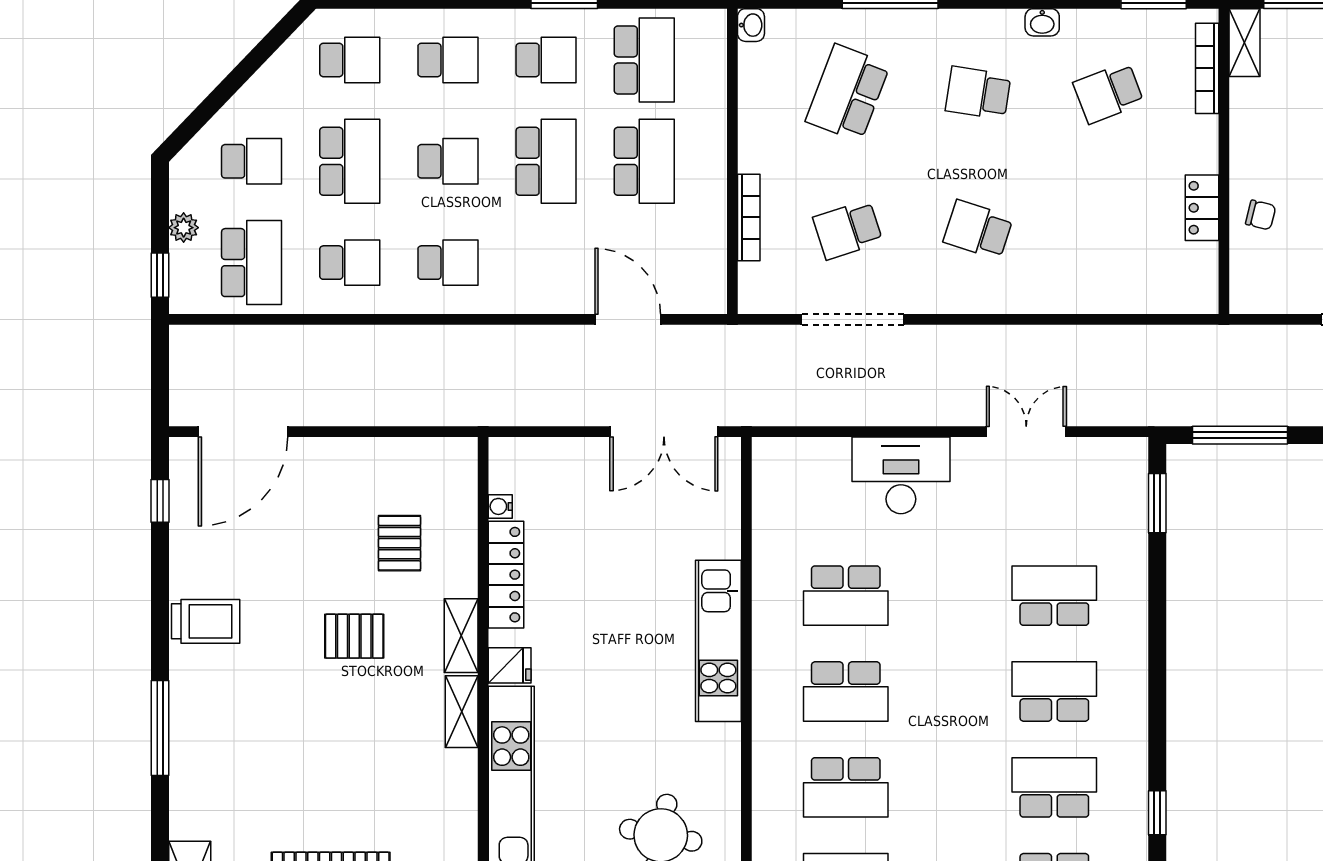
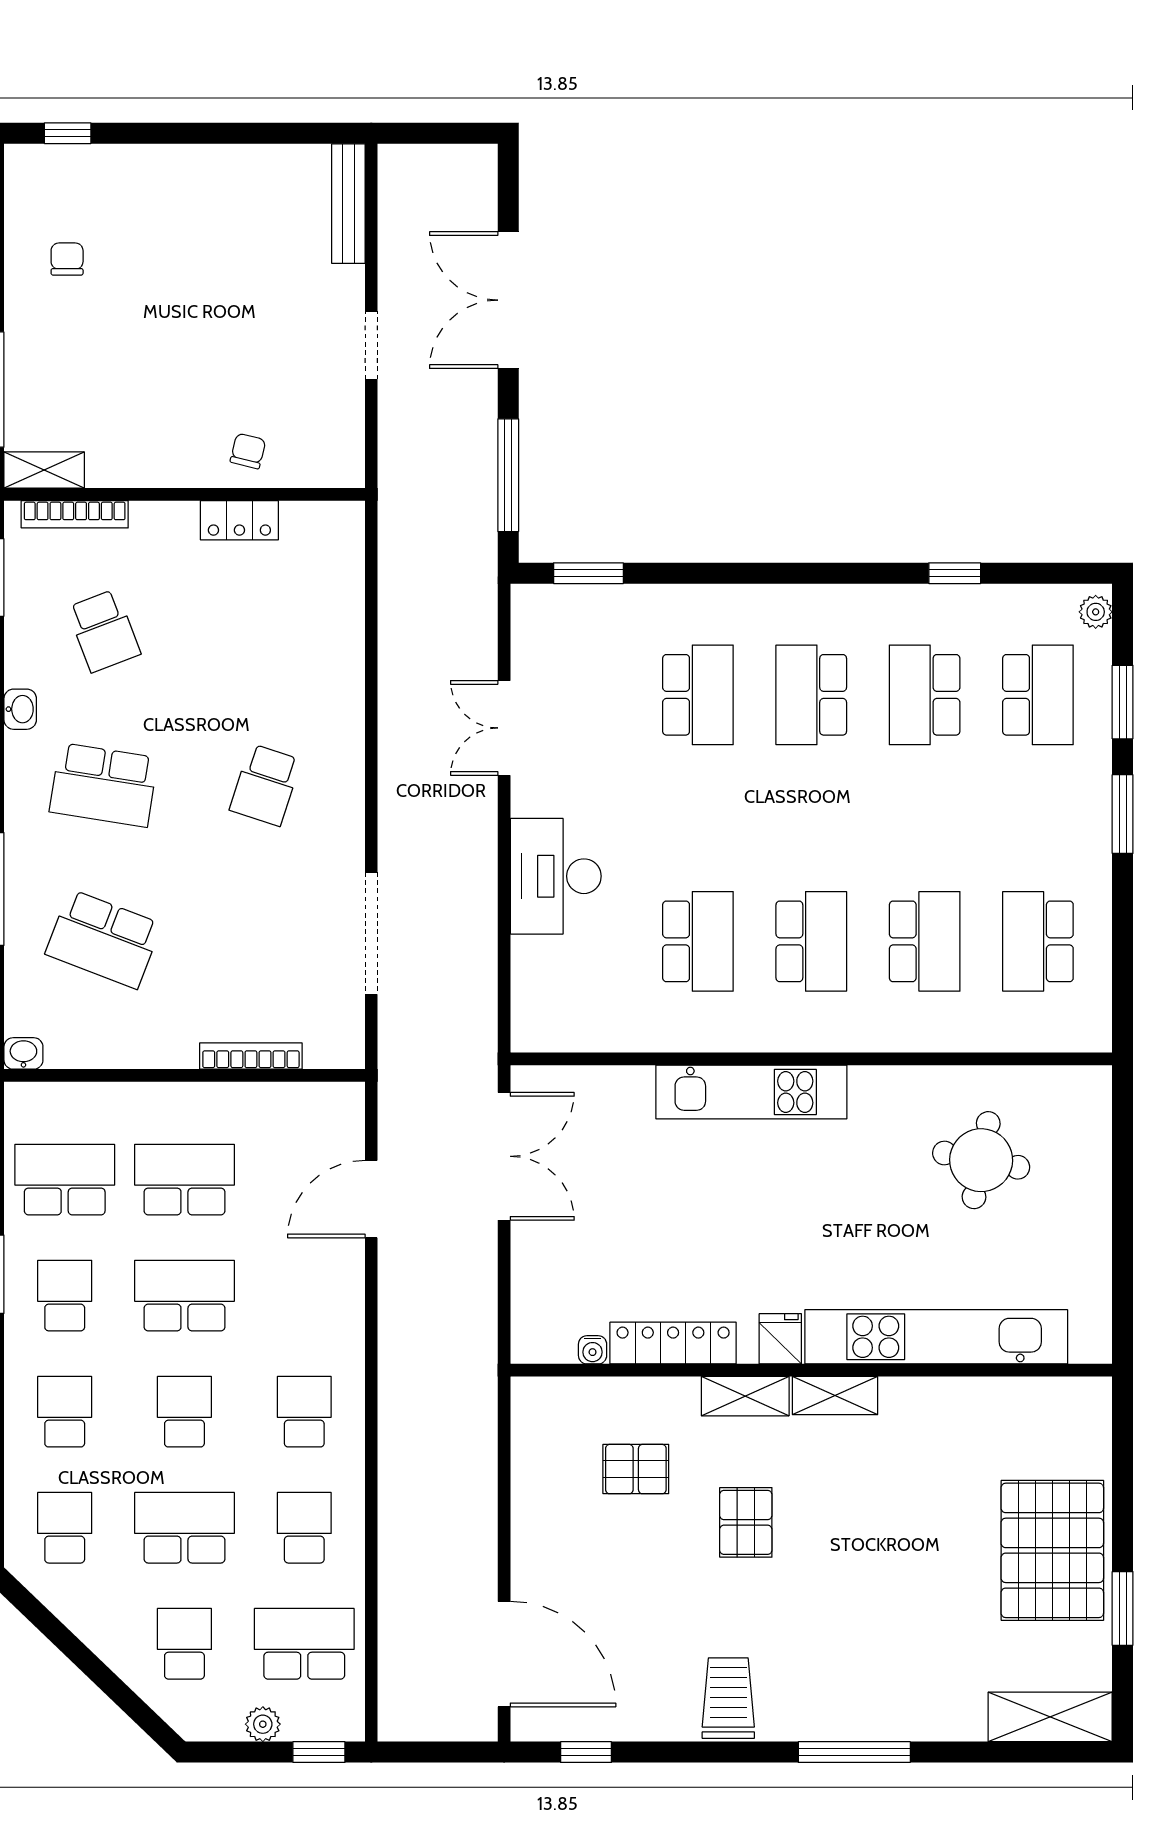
school desk: (978, 93) -> (104, 785), width x1.85
school desk: (848, 230) -> (265, 939), removed
school desk: (1054, 596) -> (698, 695), turned 180

